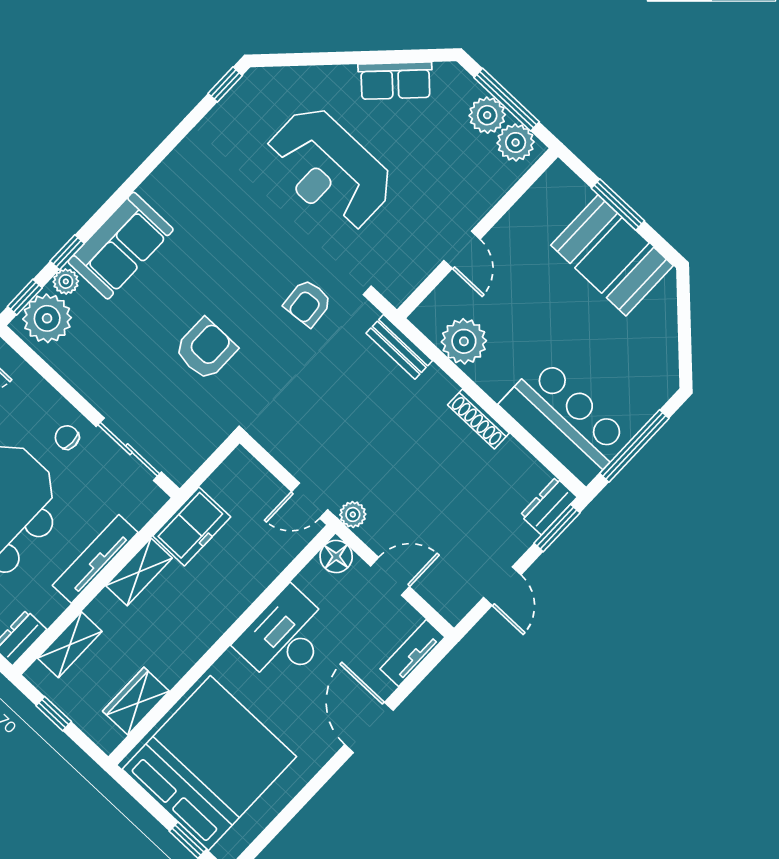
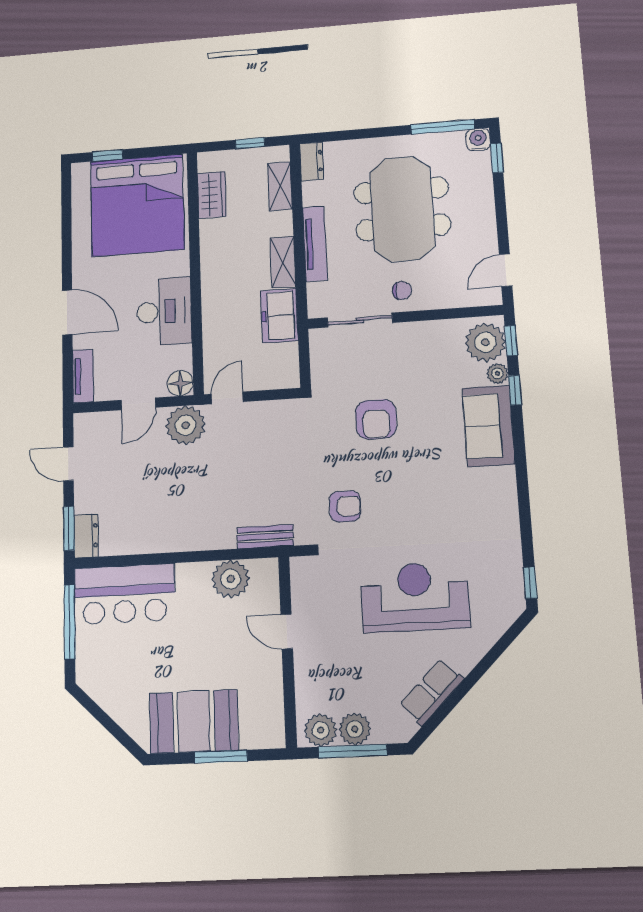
armchair: (308, 303) -> (345, 506), turned 95
shoe rack: (478, 419) -> (177, 543), removed
plant: (353, 514) -> (186, 425), width x1.88, depth x1.88

